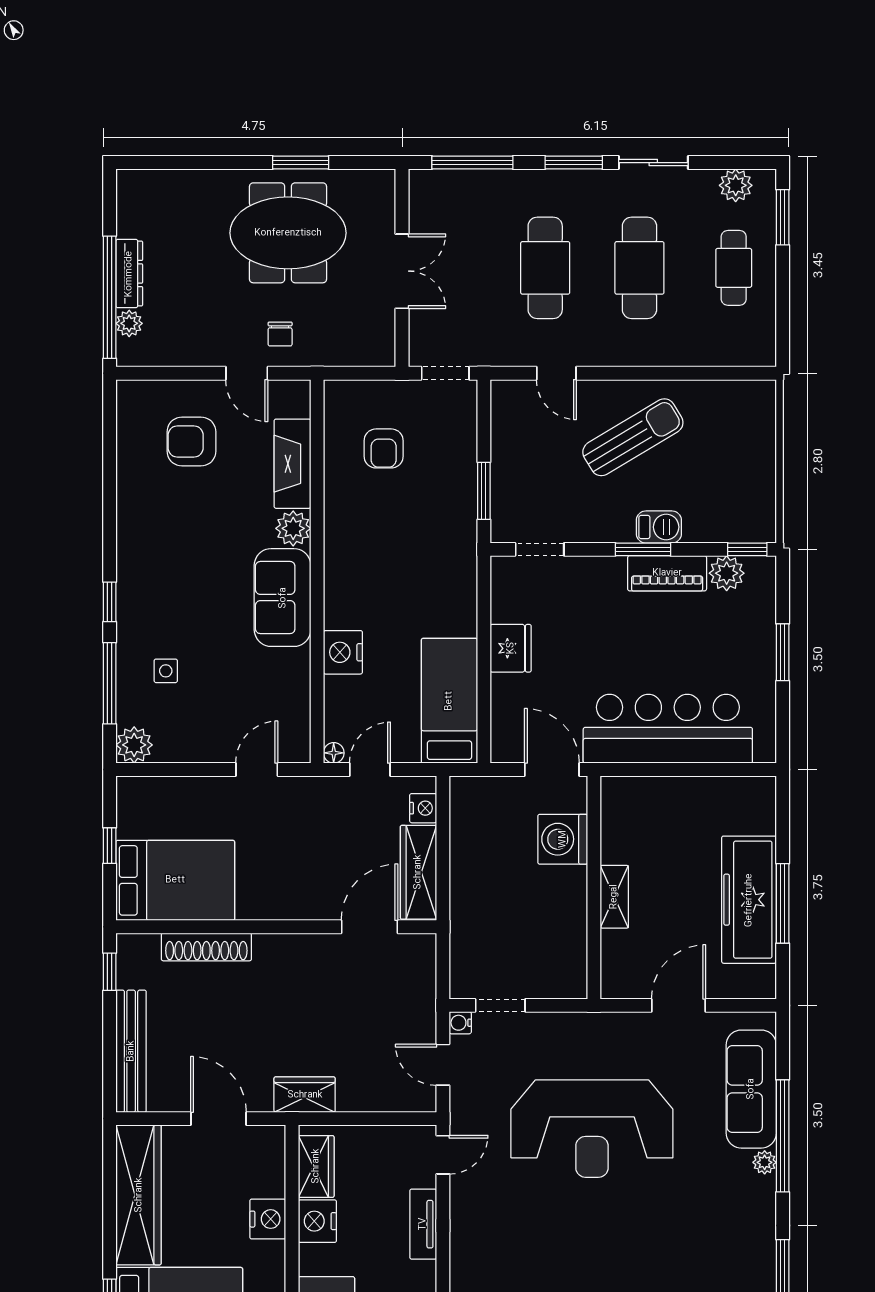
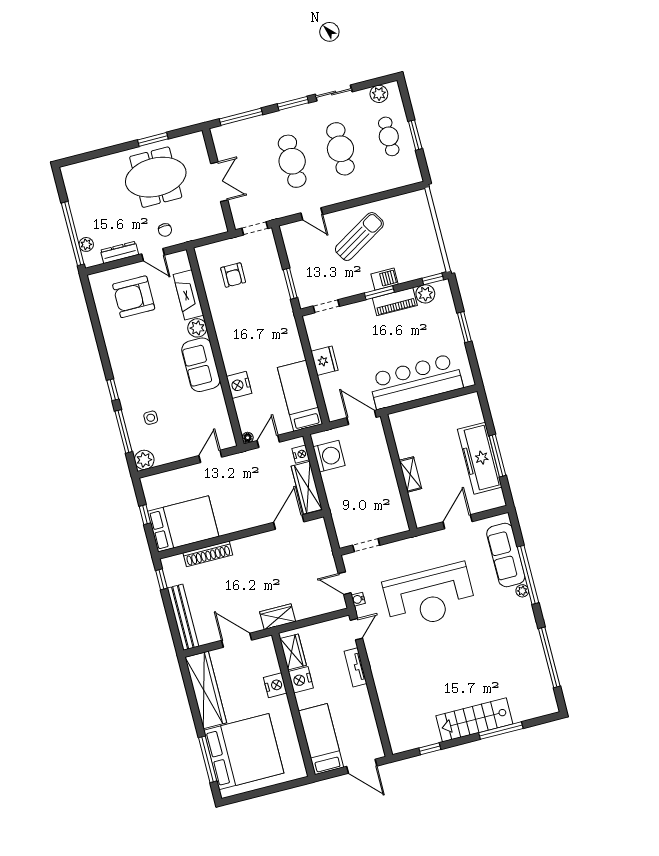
window: (783, 217) -> (415, 135), moved
dresser: (129, 274) -> (119, 252), moved, turned -90
armchair: (191, 442) -> (134, 297), width x1.36, depth x1.36
washing machine: (563, 839) -> (329, 456), moved, turned 180
water cooler: (460, 1023) -> (358, 599), moved

